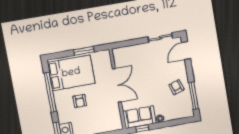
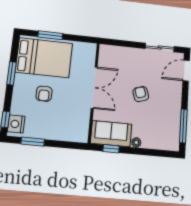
window: (84, 51) -> (50, 35), moved
armchair: (176, 87) -> (141, 94), moved
window: (50, 92) -> (11, 73), width x0.47

